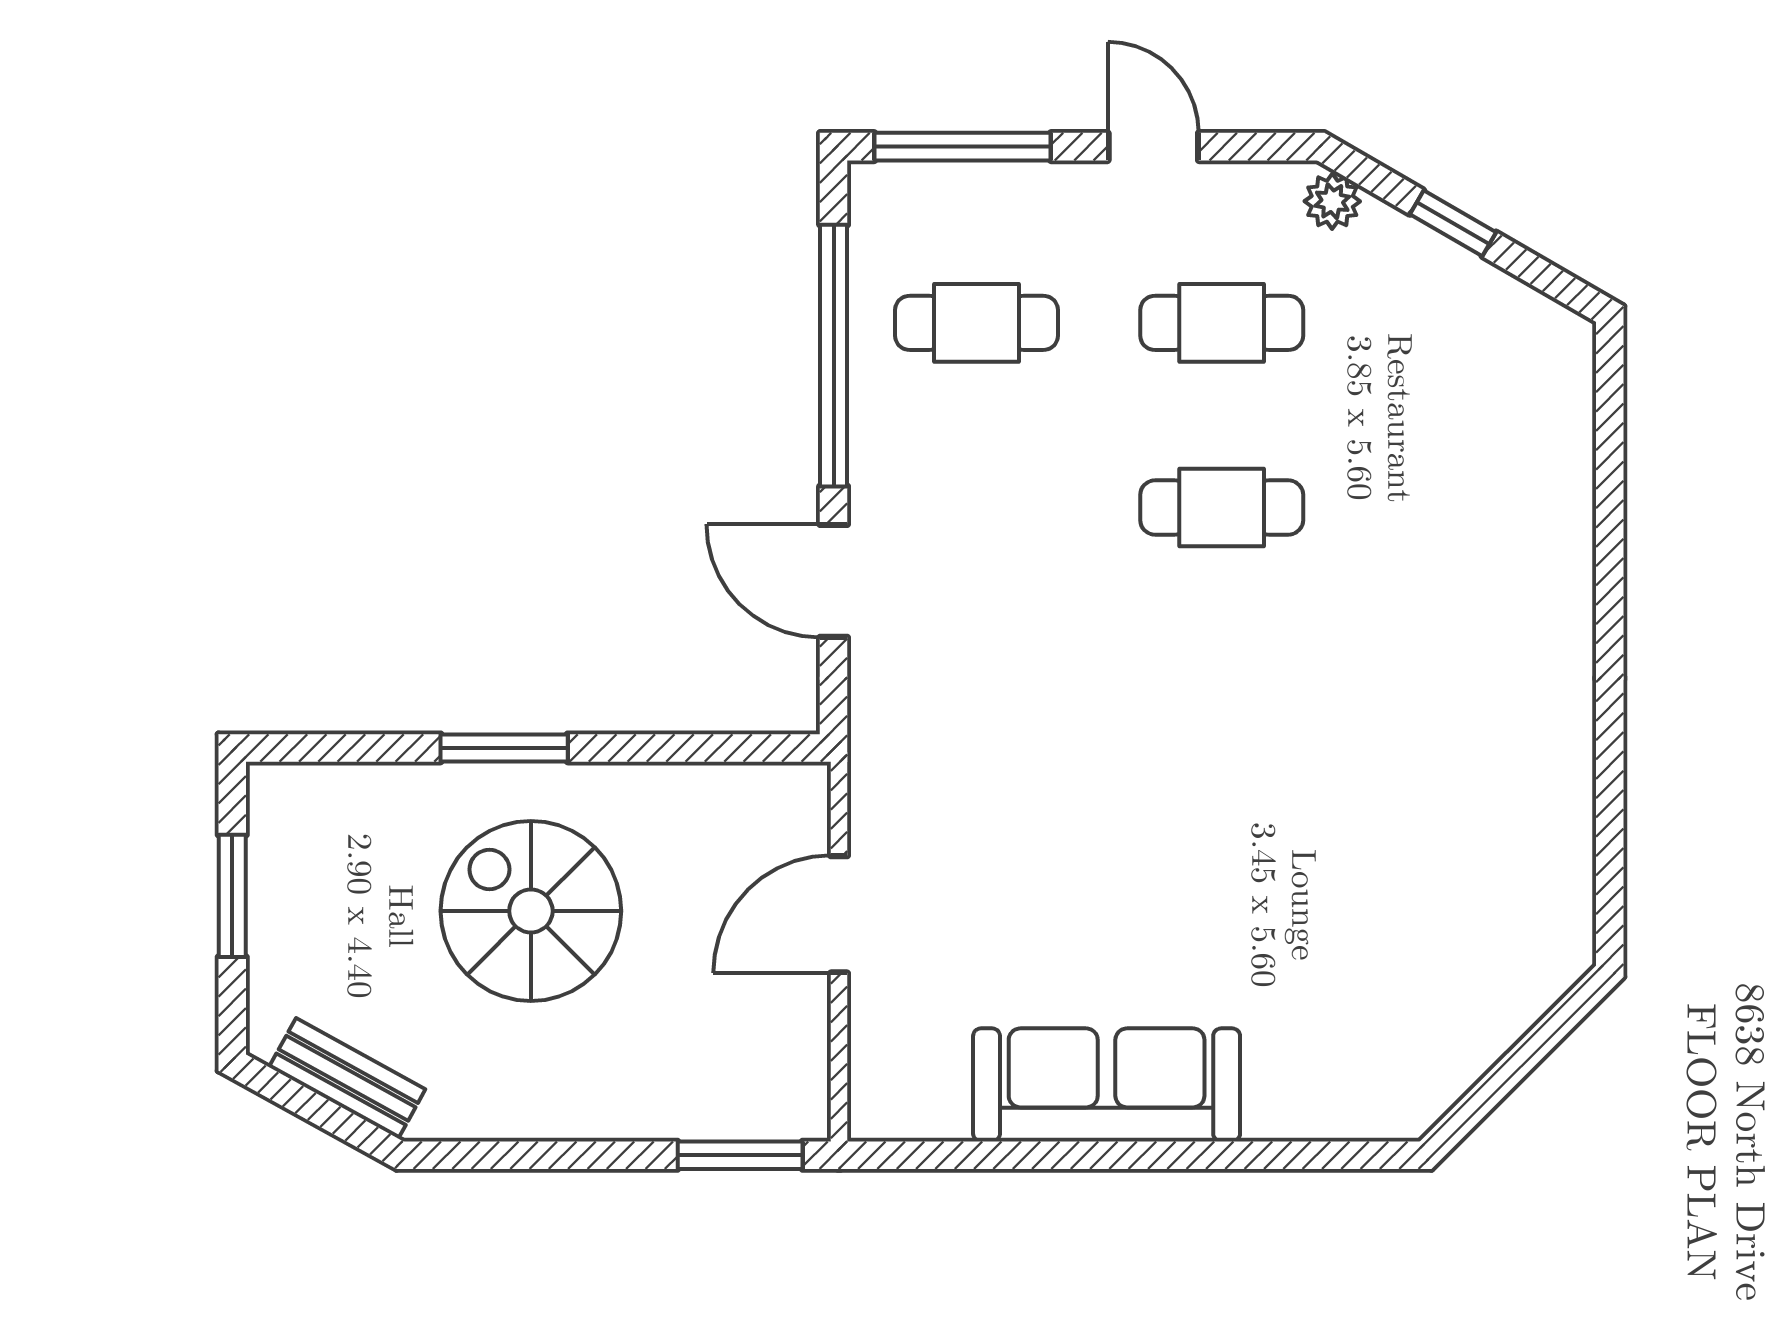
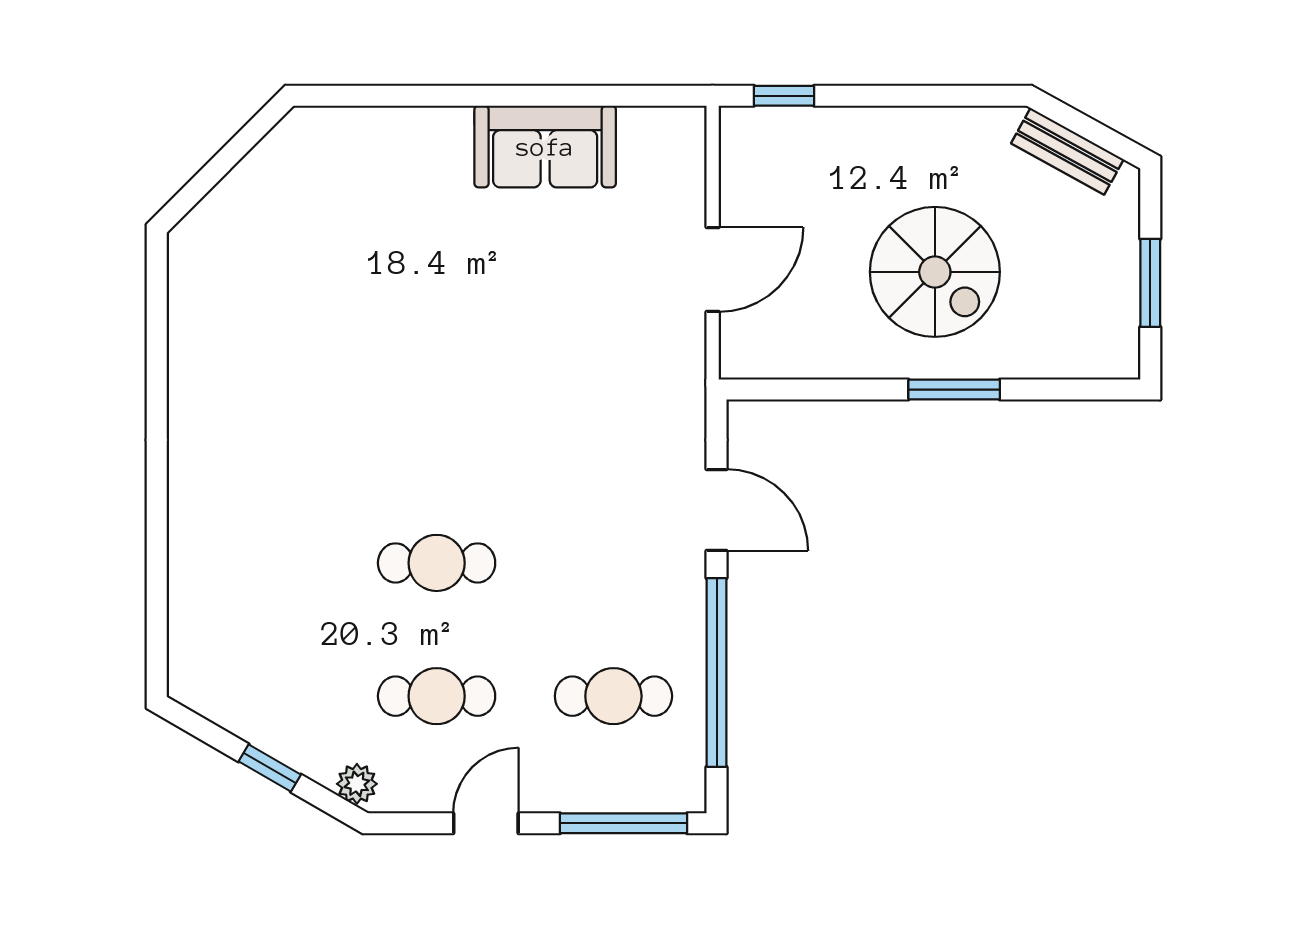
door: (1153, 147) -> (486, 823), swing flipped
sofa: (1107, 1085) -> (545, 147), width x0.73
window: (740, 1155) -> (784, 96), width x0.67

